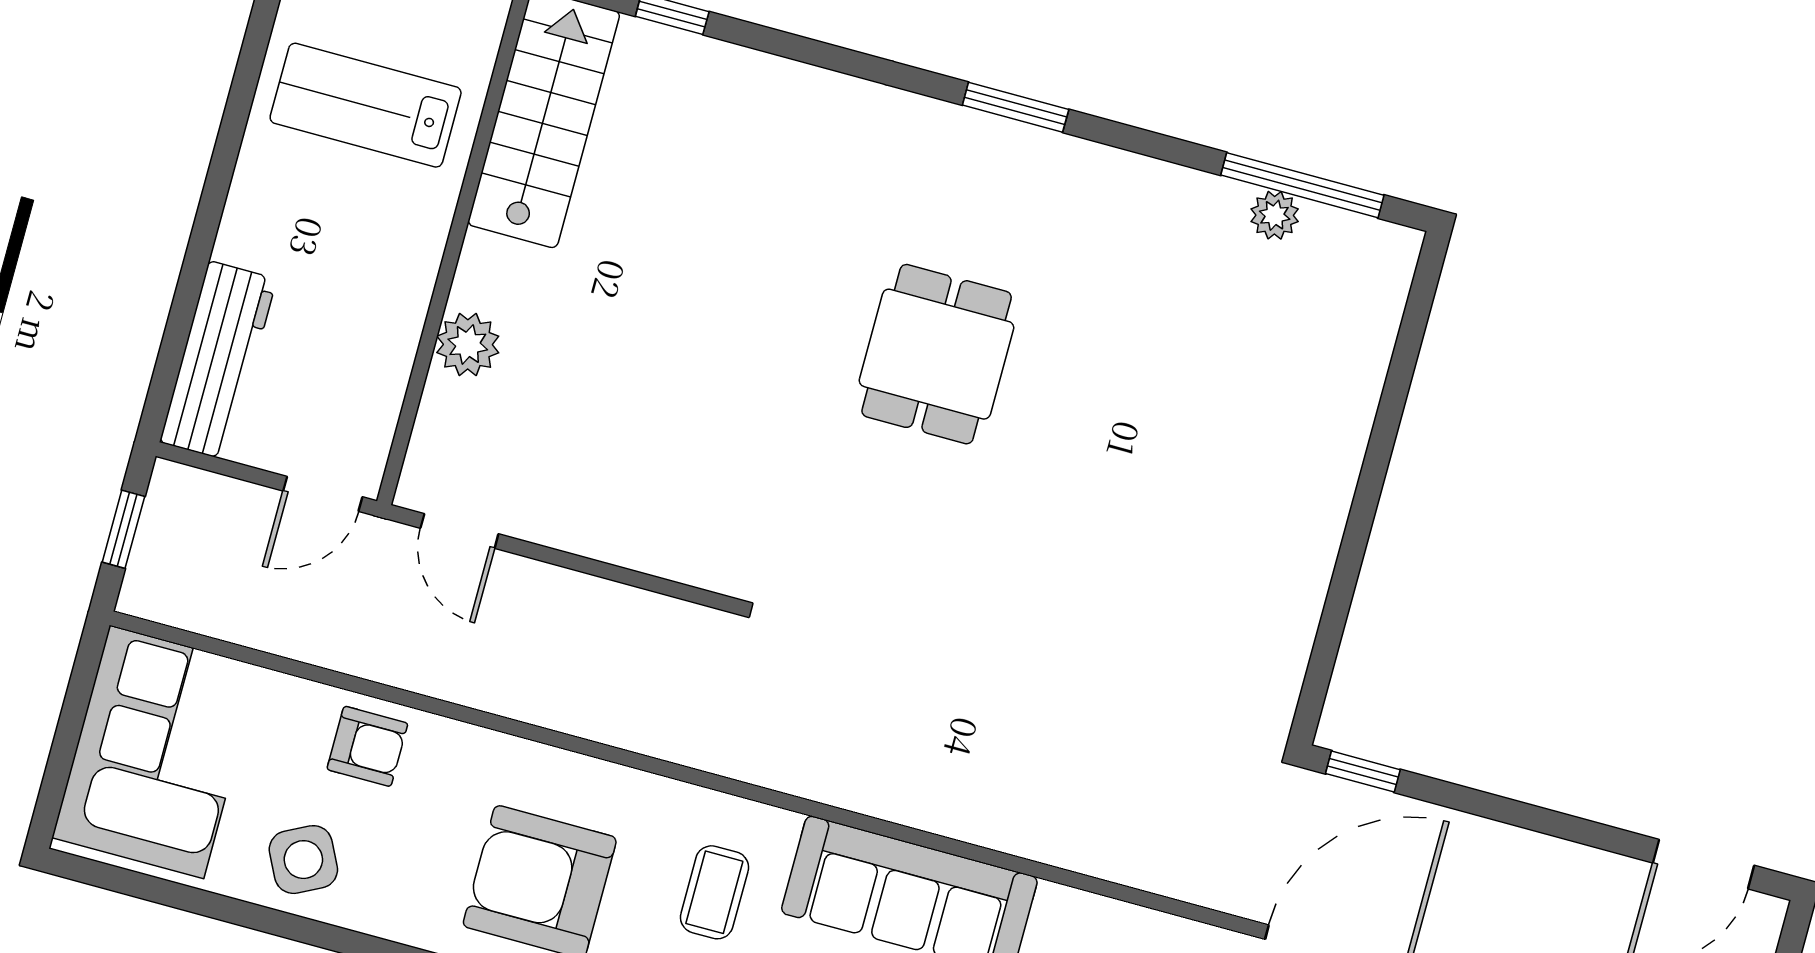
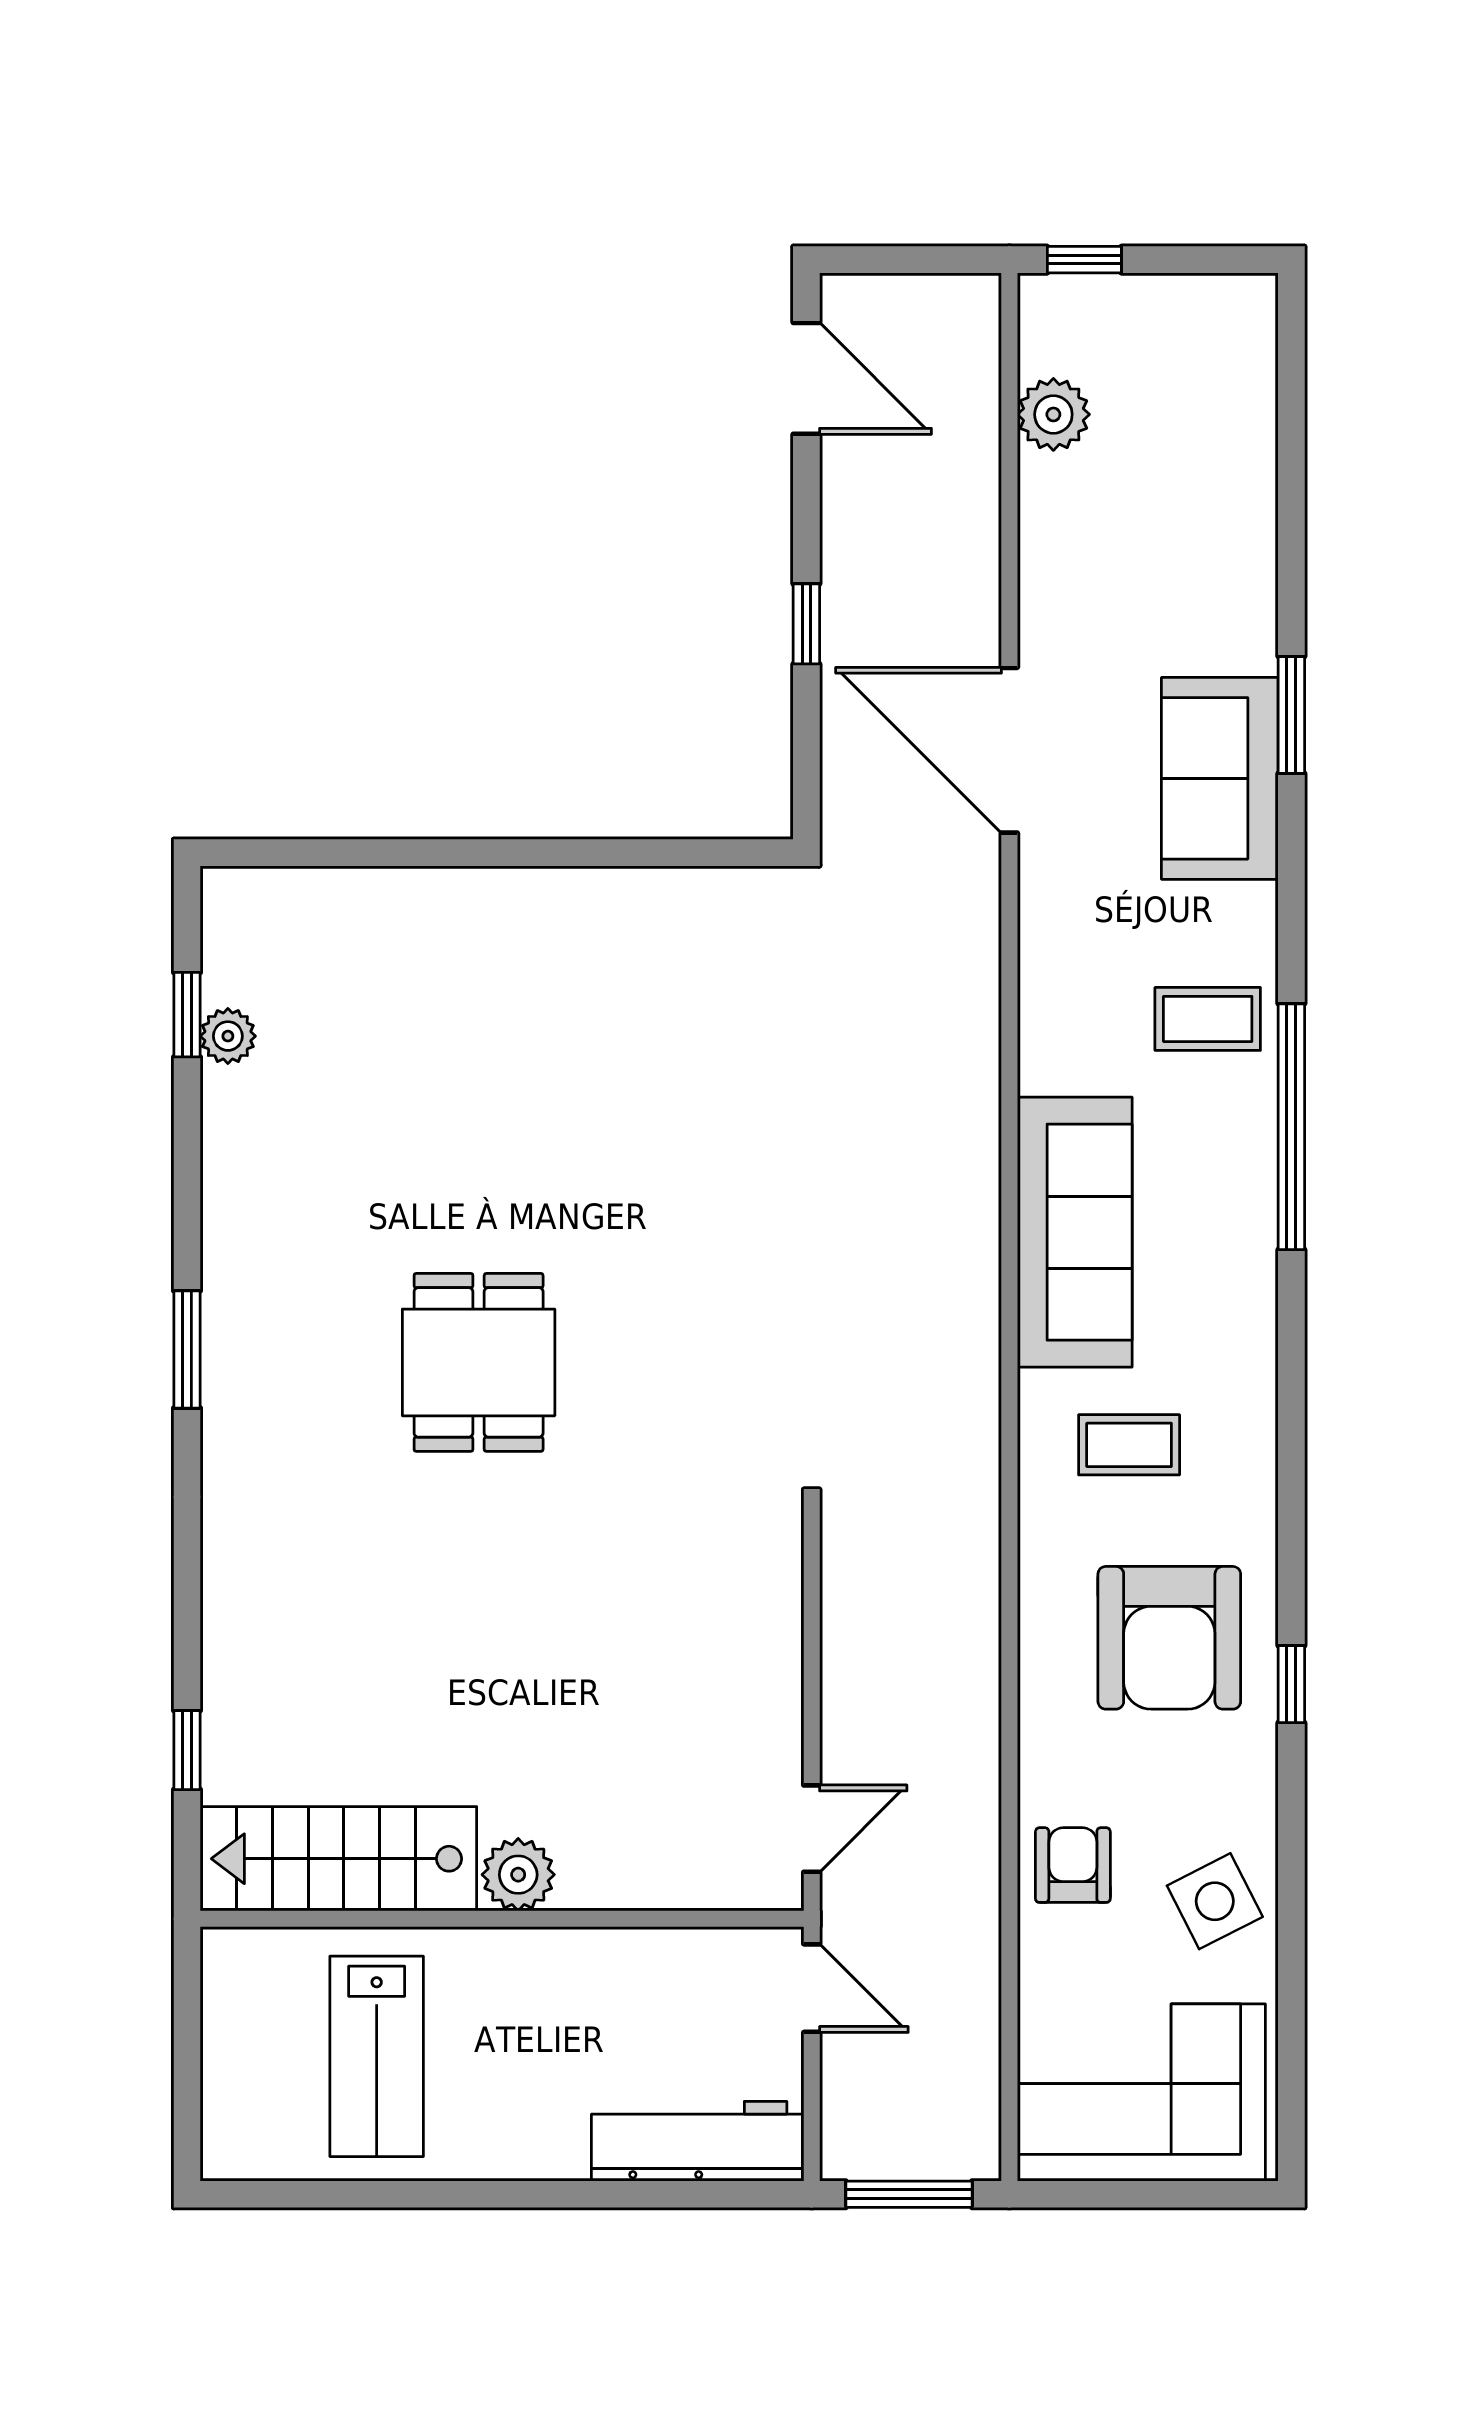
window: (1302, 185) -> (187, 1015), width x0.46
plant: (468, 344) -> (518, 1875), moved
dining table: (937, 354) -> (479, 1362), turned 90
window: (123, 529) -> (909, 2194), width x1.50
window: (1363, 772) -> (806, 624), moved

